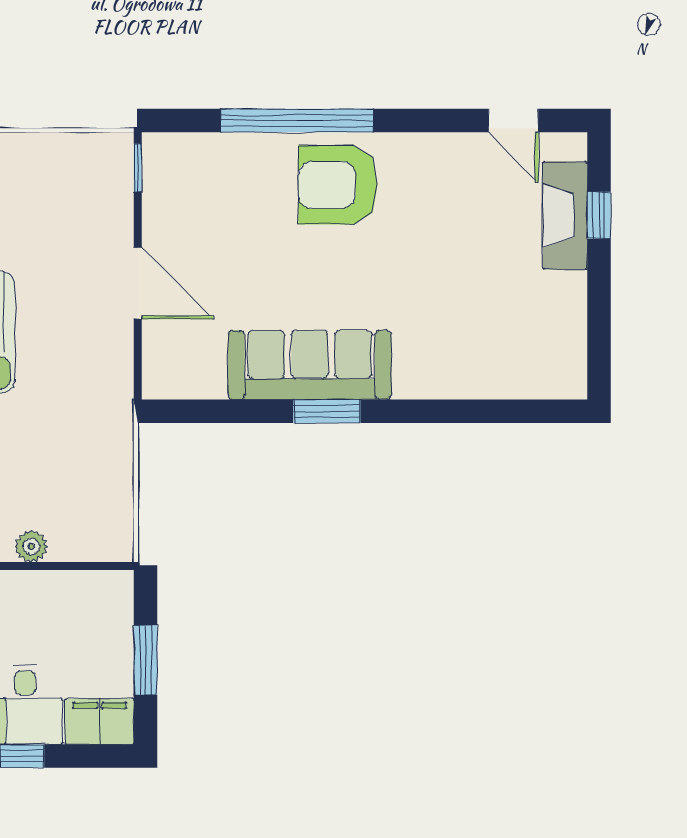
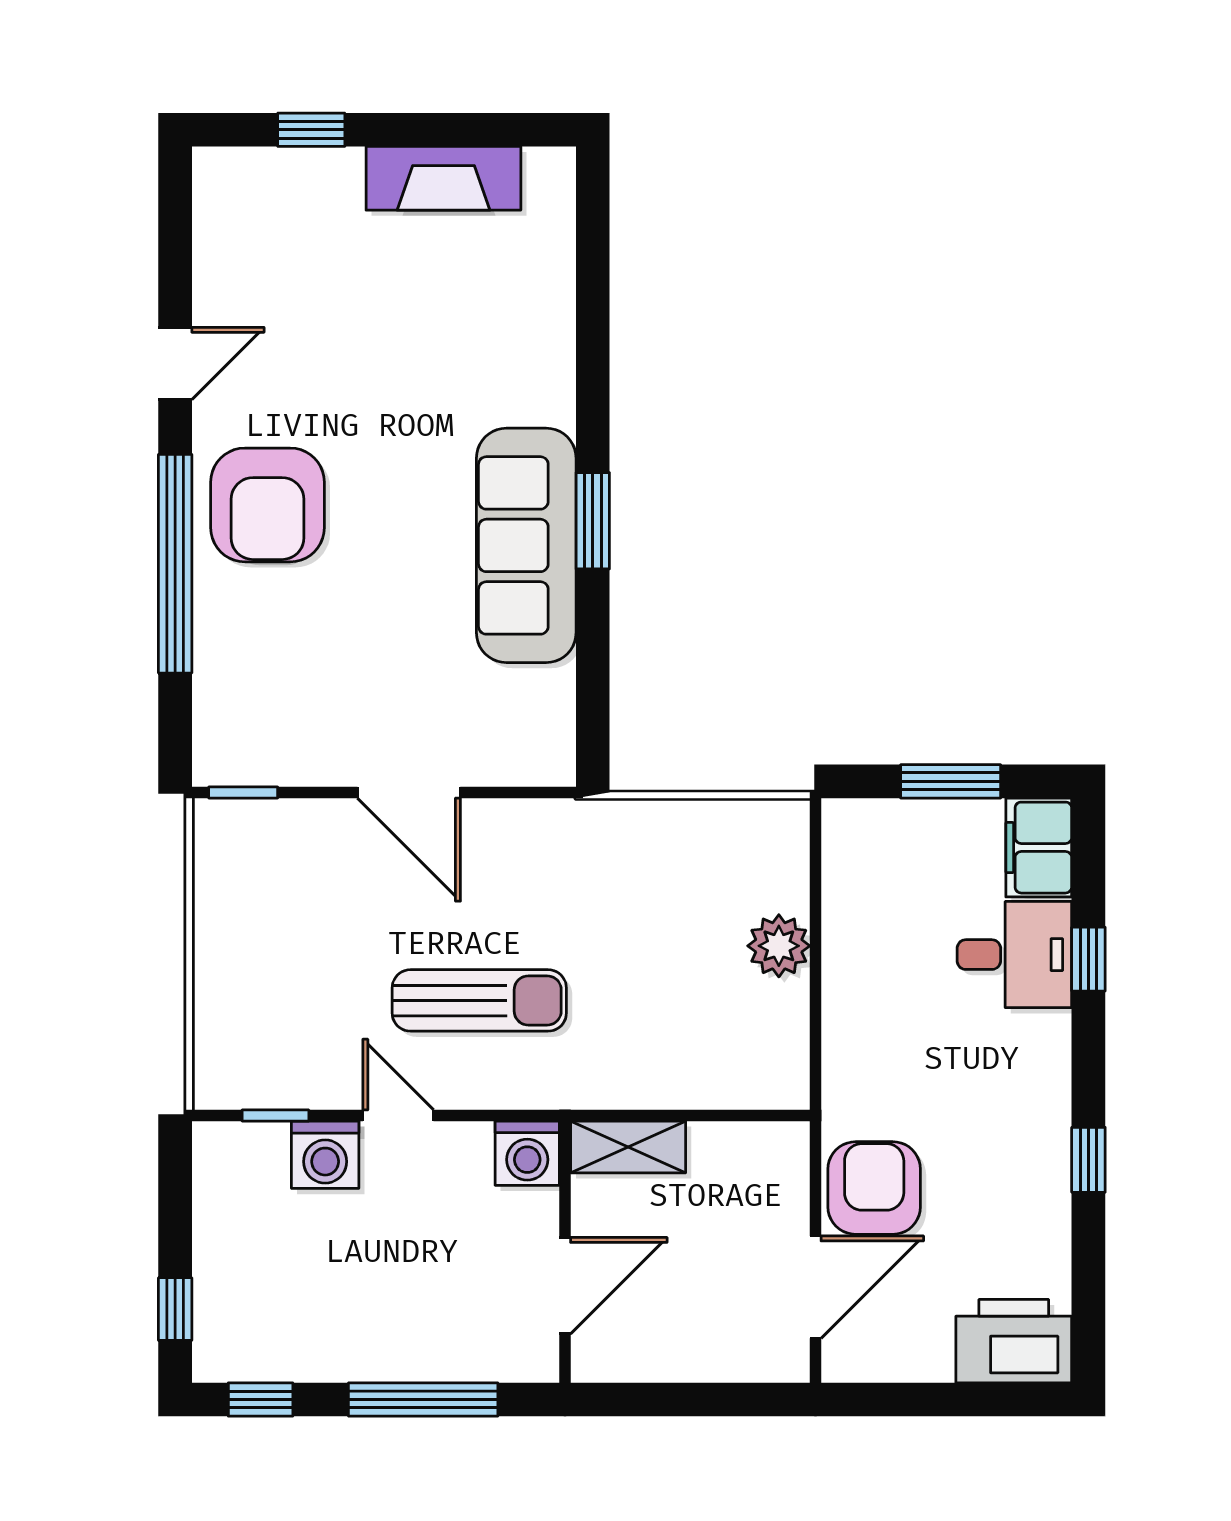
door: (513, 121) -> (175, 363), moved
fireplace: (565, 216) -> (443, 178), moved
door: (138, 283) -> (409, 792), swing flipped
plant: (31, 546) -> (779, 946), width x1.38, depth x1.38

